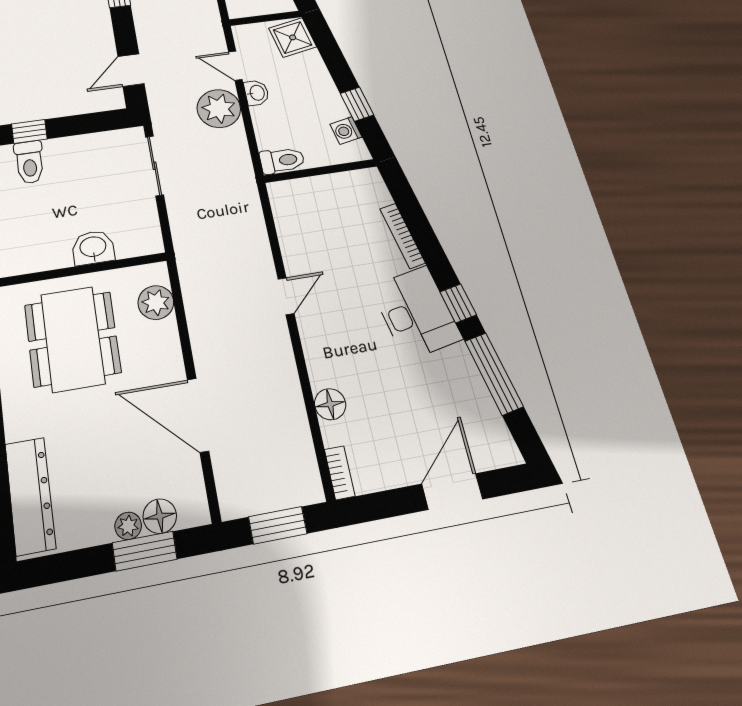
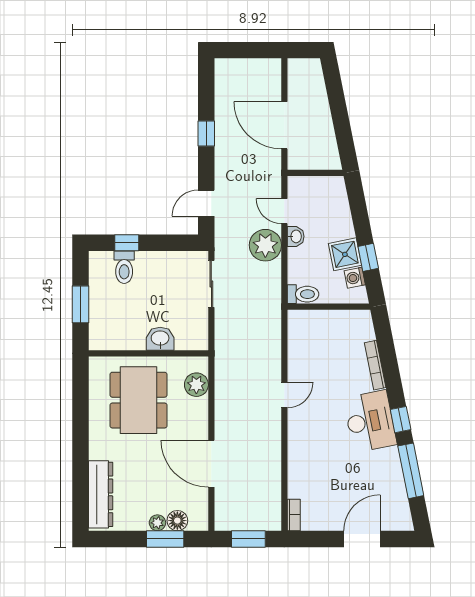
shower: (293, 37) -> (345, 254), moved
floor lamp: (330, 404) -> (298, 472), removed

